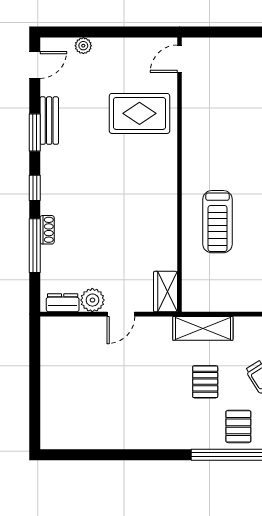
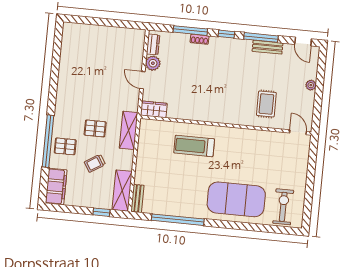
plant: (83, 46) -> (311, 85), moved
rug: (139, 113) -> (266, 104), width x0.73, depth x0.70
window: (35, 132) -> (261, 37), width x1.44

